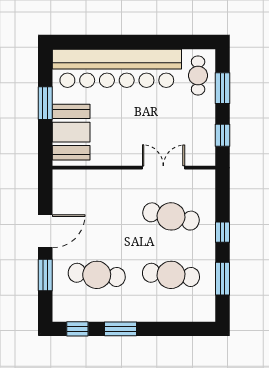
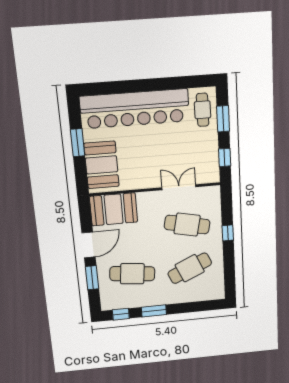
booth: (81, 188) -> (114, 209), added
cafe table: (171, 275) -> (190, 268), turned -30
window: (222, 279) -> (229, 267), removed

